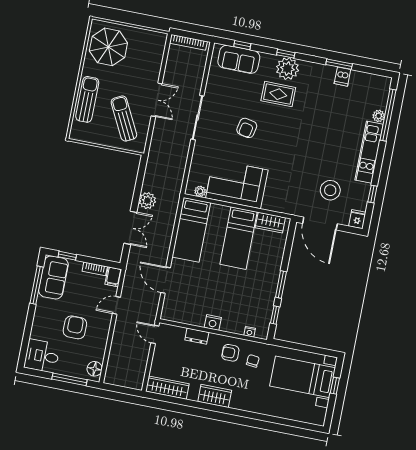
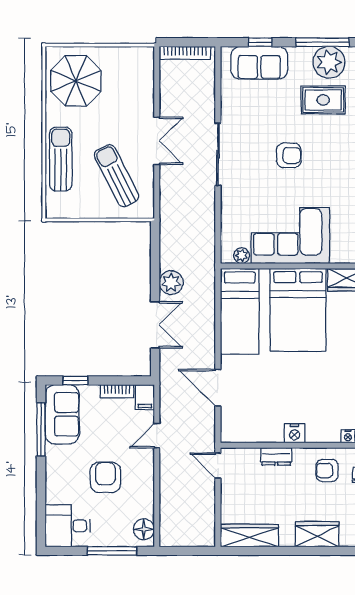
window: (286, 54) -> (322, 42), width x2.17
armchair: (247, 128) -> (289, 155), turned -102
bed: (238, 238) -> (298, 310), width x1.50

